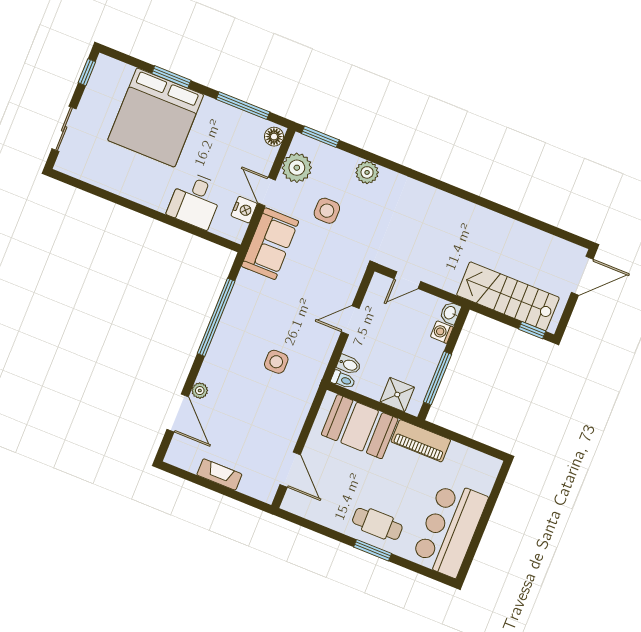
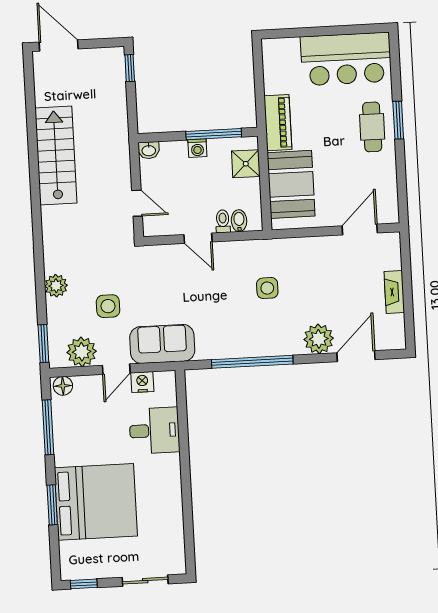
stairs: (508, 296) -> (56, 156), moved, turned 180
washing machine: (442, 332) -> (197, 148), moved
toilet: (343, 380) -> (223, 221), moved
plant: (200, 391) -> (319, 339), width x1.88, depth x1.88

